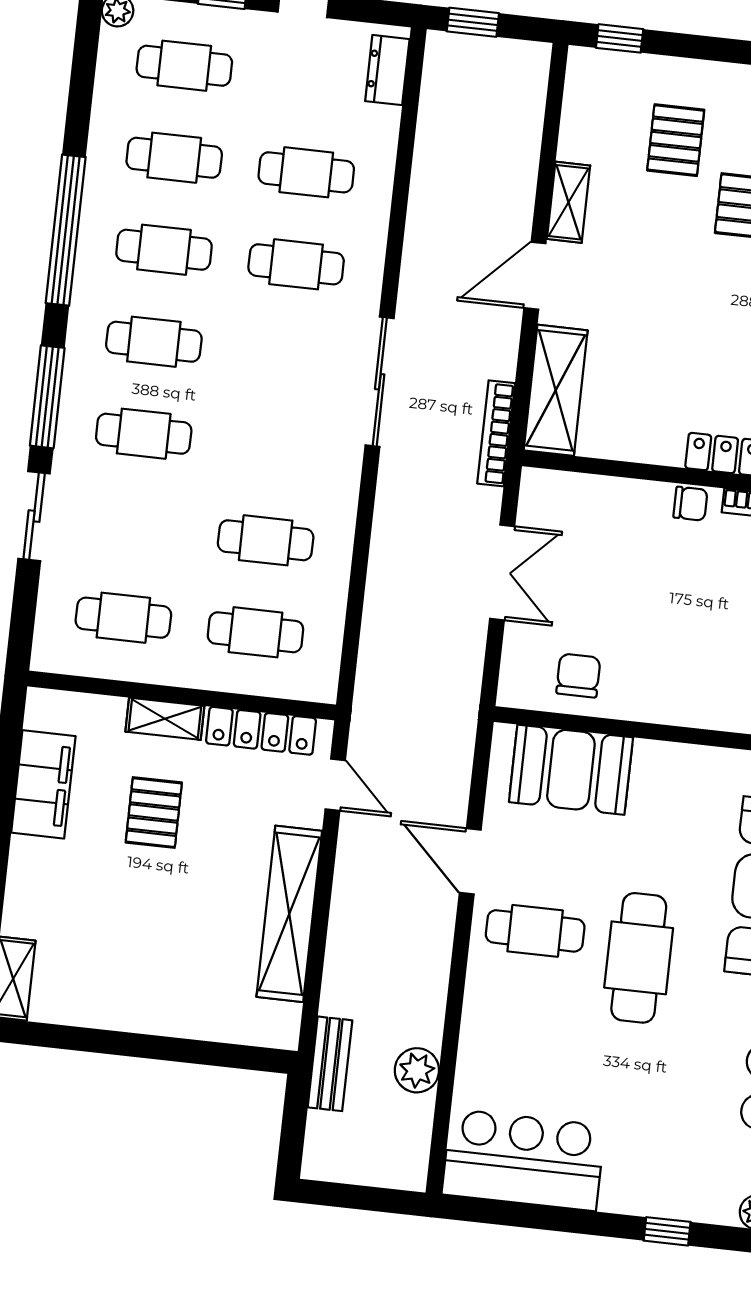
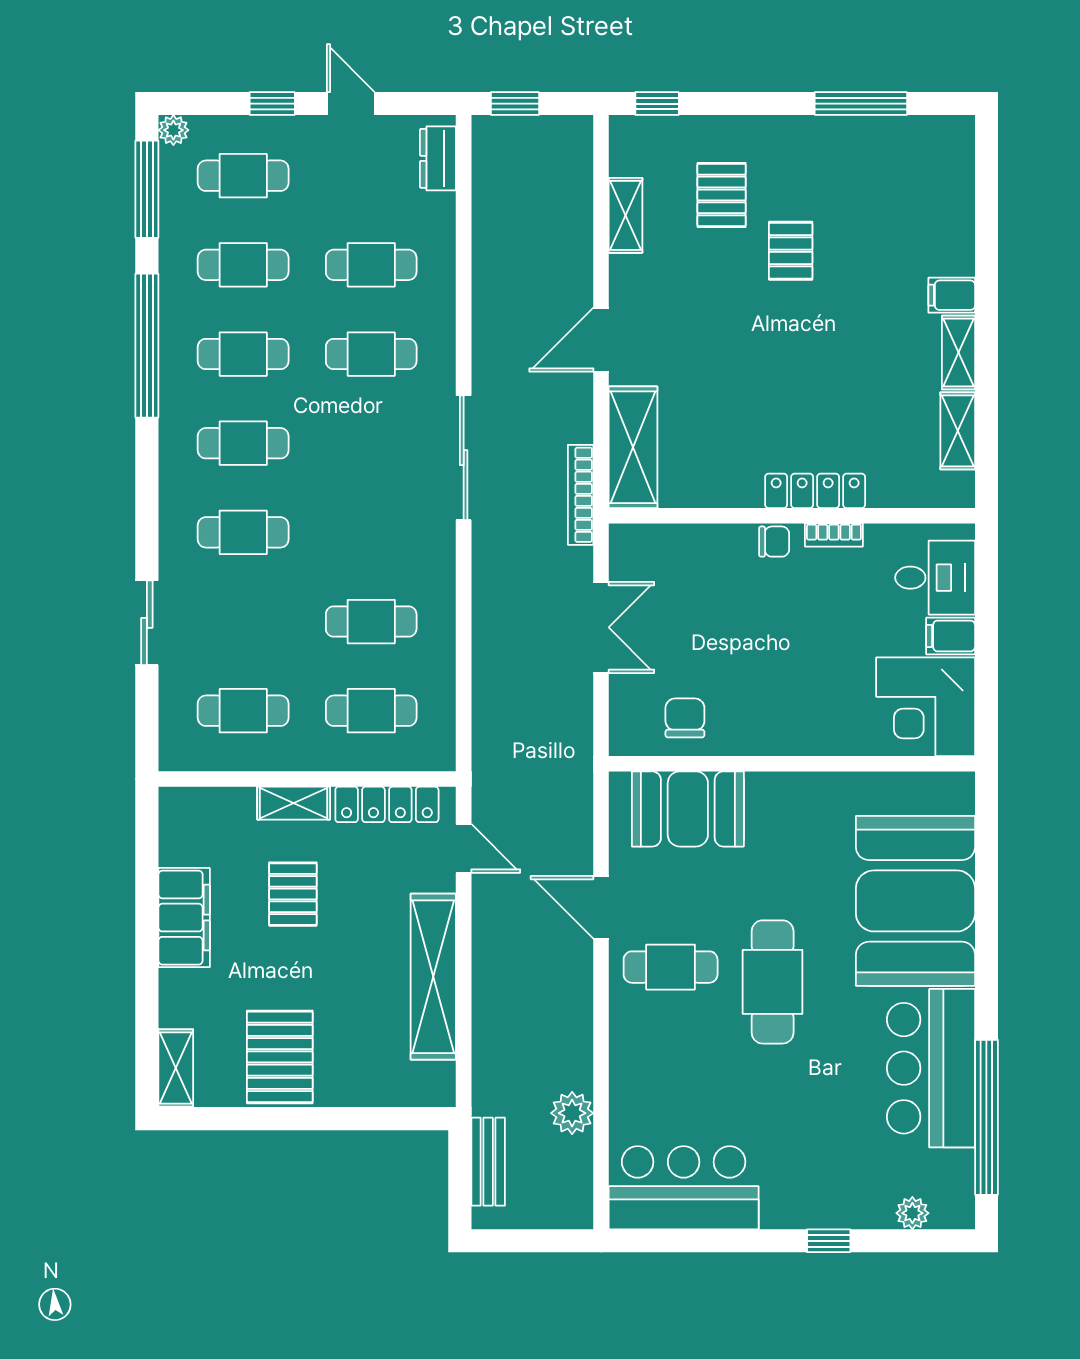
shelving: (569, 202) -> (625, 215), moved
window: (47, 397) -> (147, 189), moved
filing cabinet: (43, 784) -> (184, 918), moved
pallet: (122, 979) -> (280, 1057), added
bench: (330, 1064) -> (488, 1162), moved

